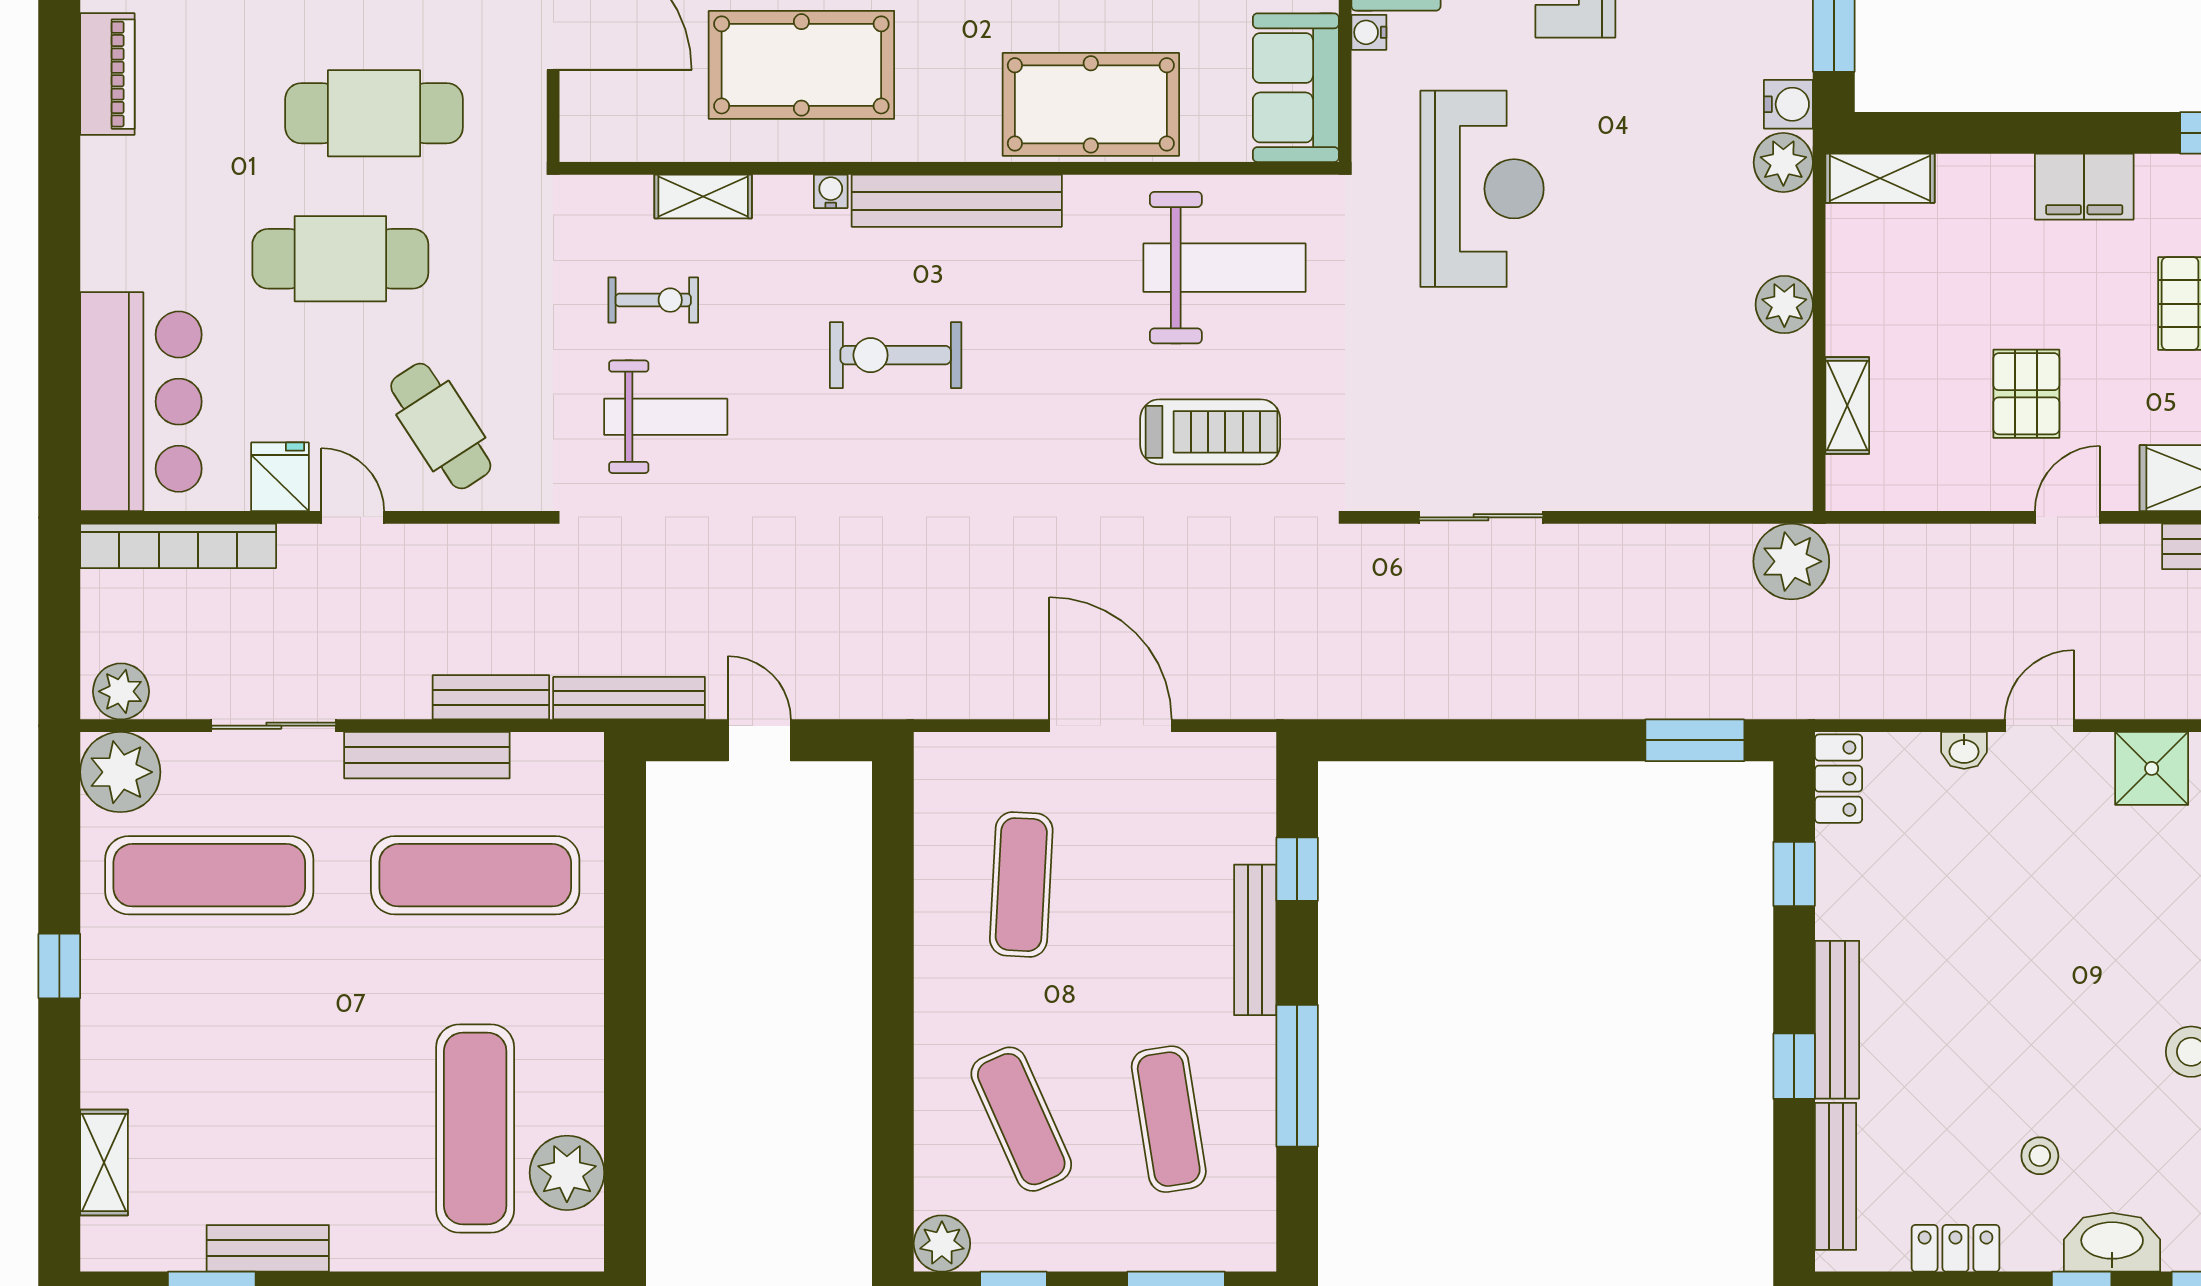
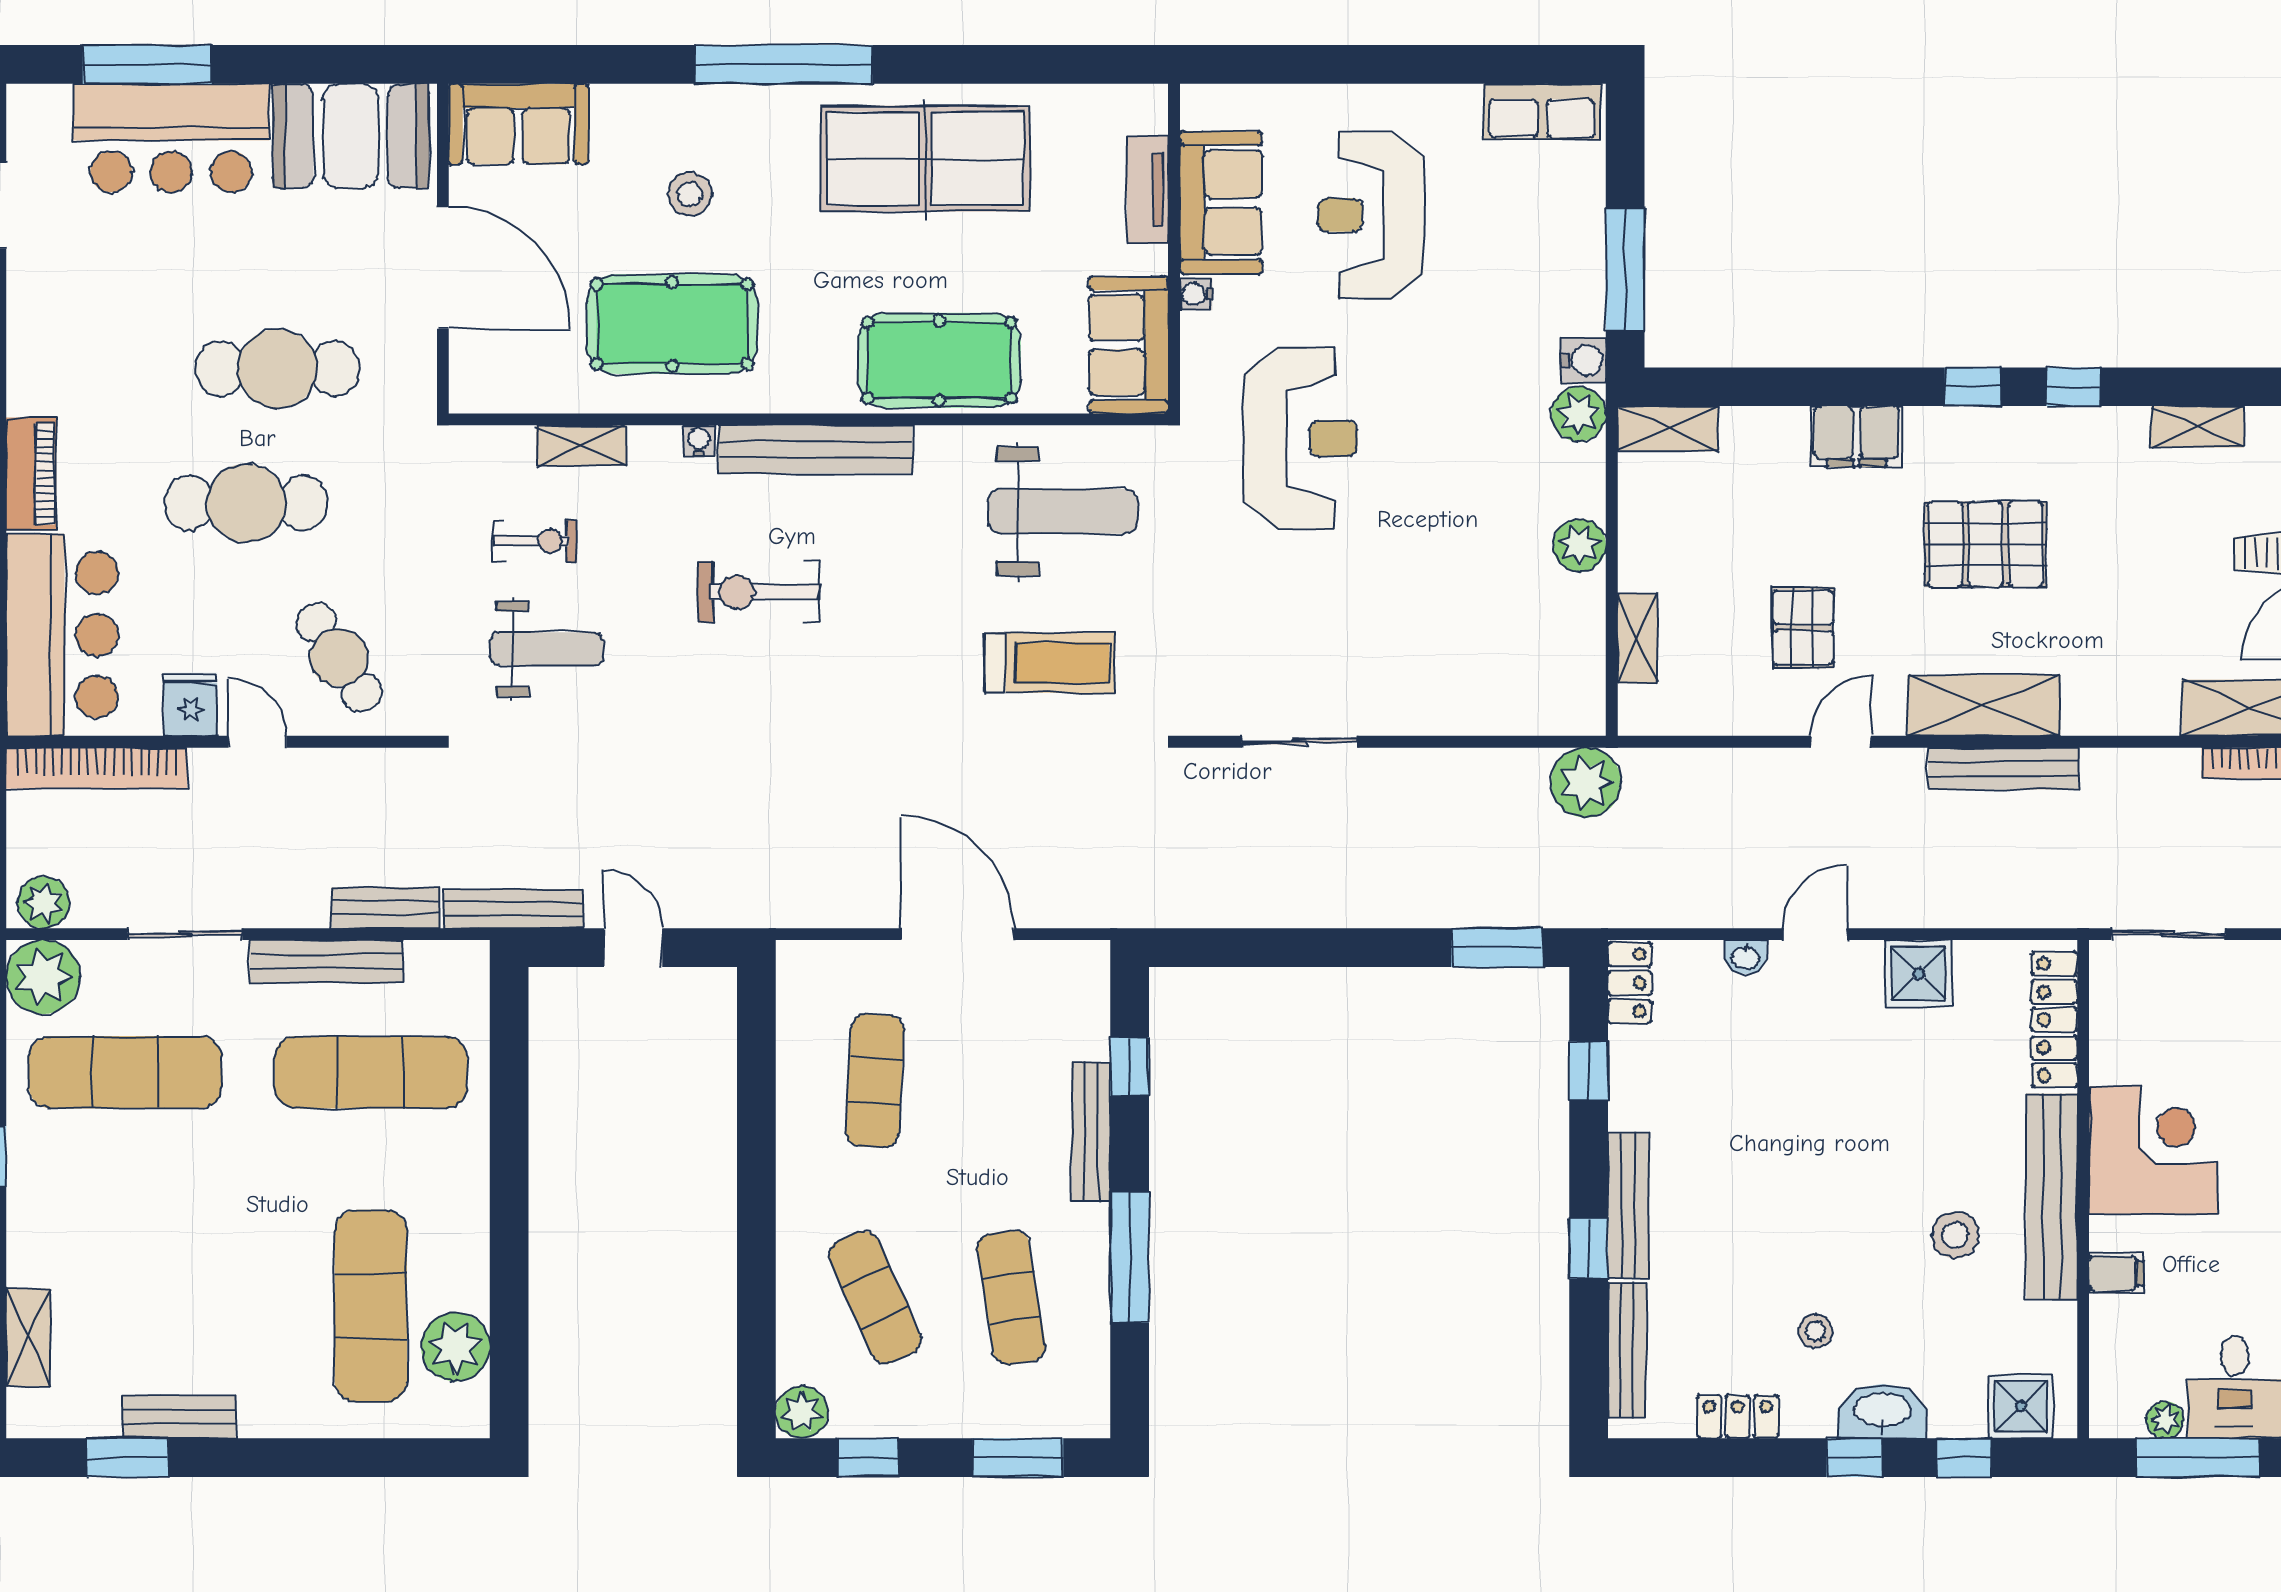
piano: (107, 74) -> (31, 474), moved

